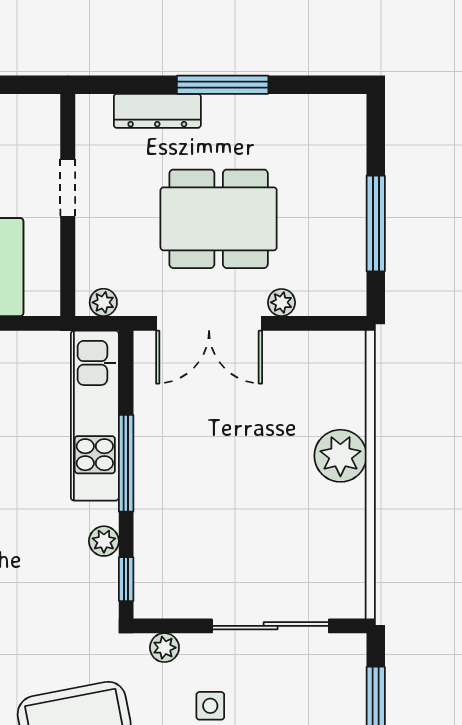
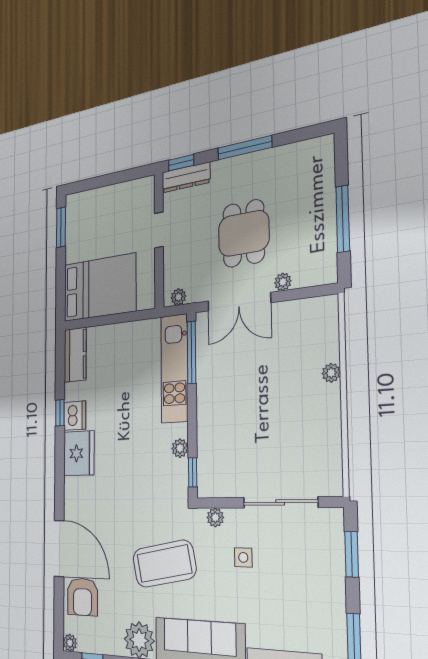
window: (110, 85) -> (181, 163), added
dresser: (157, 111) -> (186, 177), moved
dining table: (219, 219) -> (244, 233), width x0.73
plant: (340, 456) -> (331, 373), width x0.53, depth x0.53
window: (126, 463) -> (192, 352), moved

